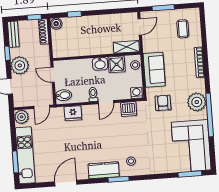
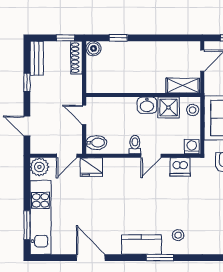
plant: (20, 65) -> (42, 100), removed
fridge: (73, 113) -> (91, 167), moved
door: (66, 183) -> (91, 258), hinge flipped

